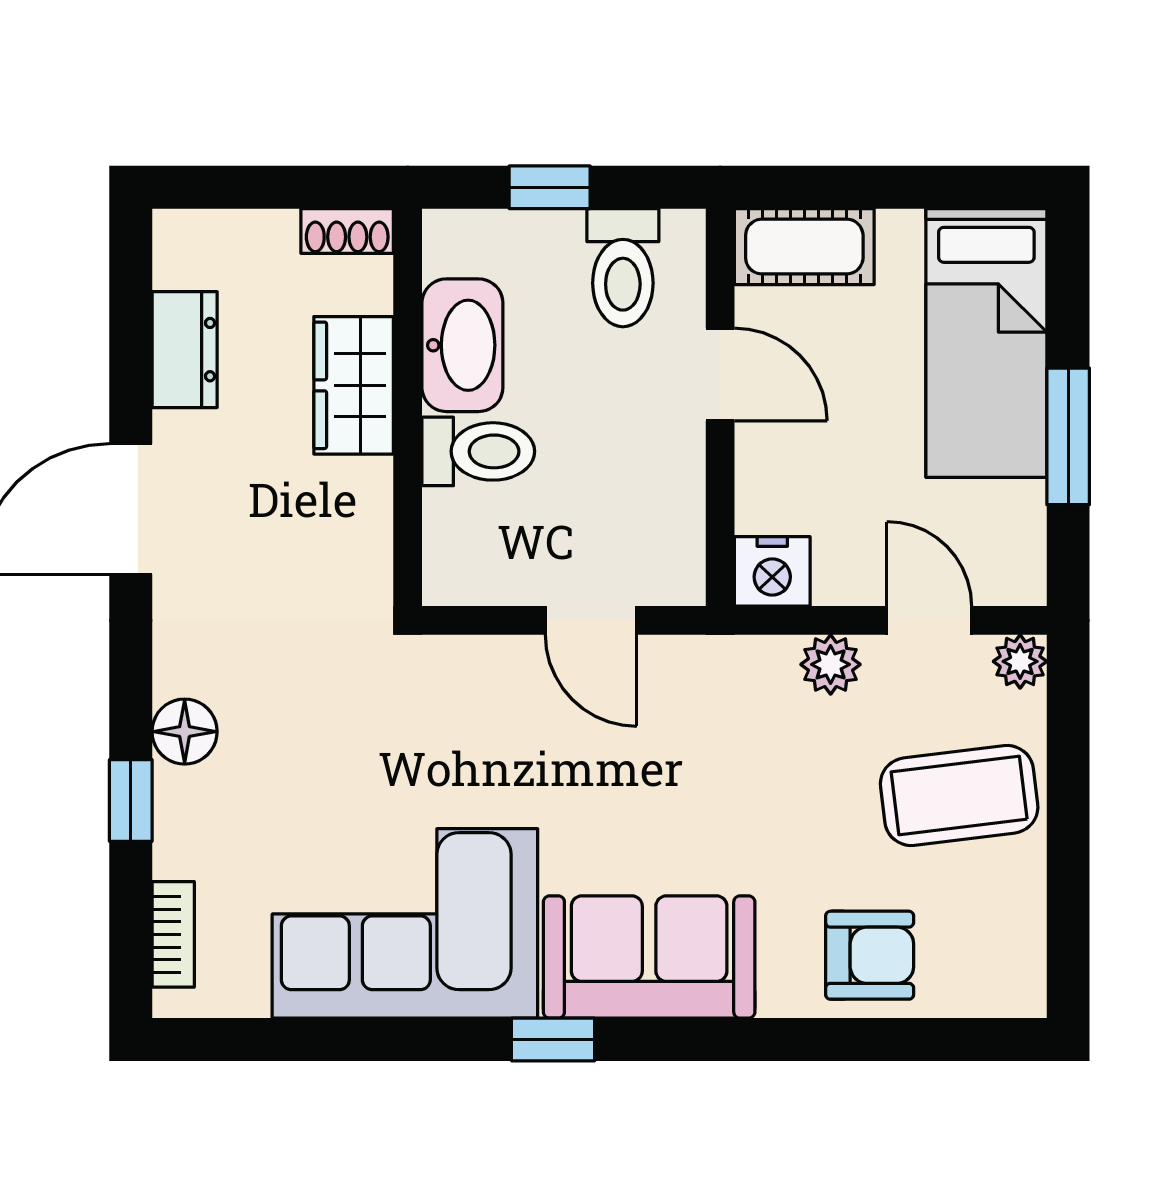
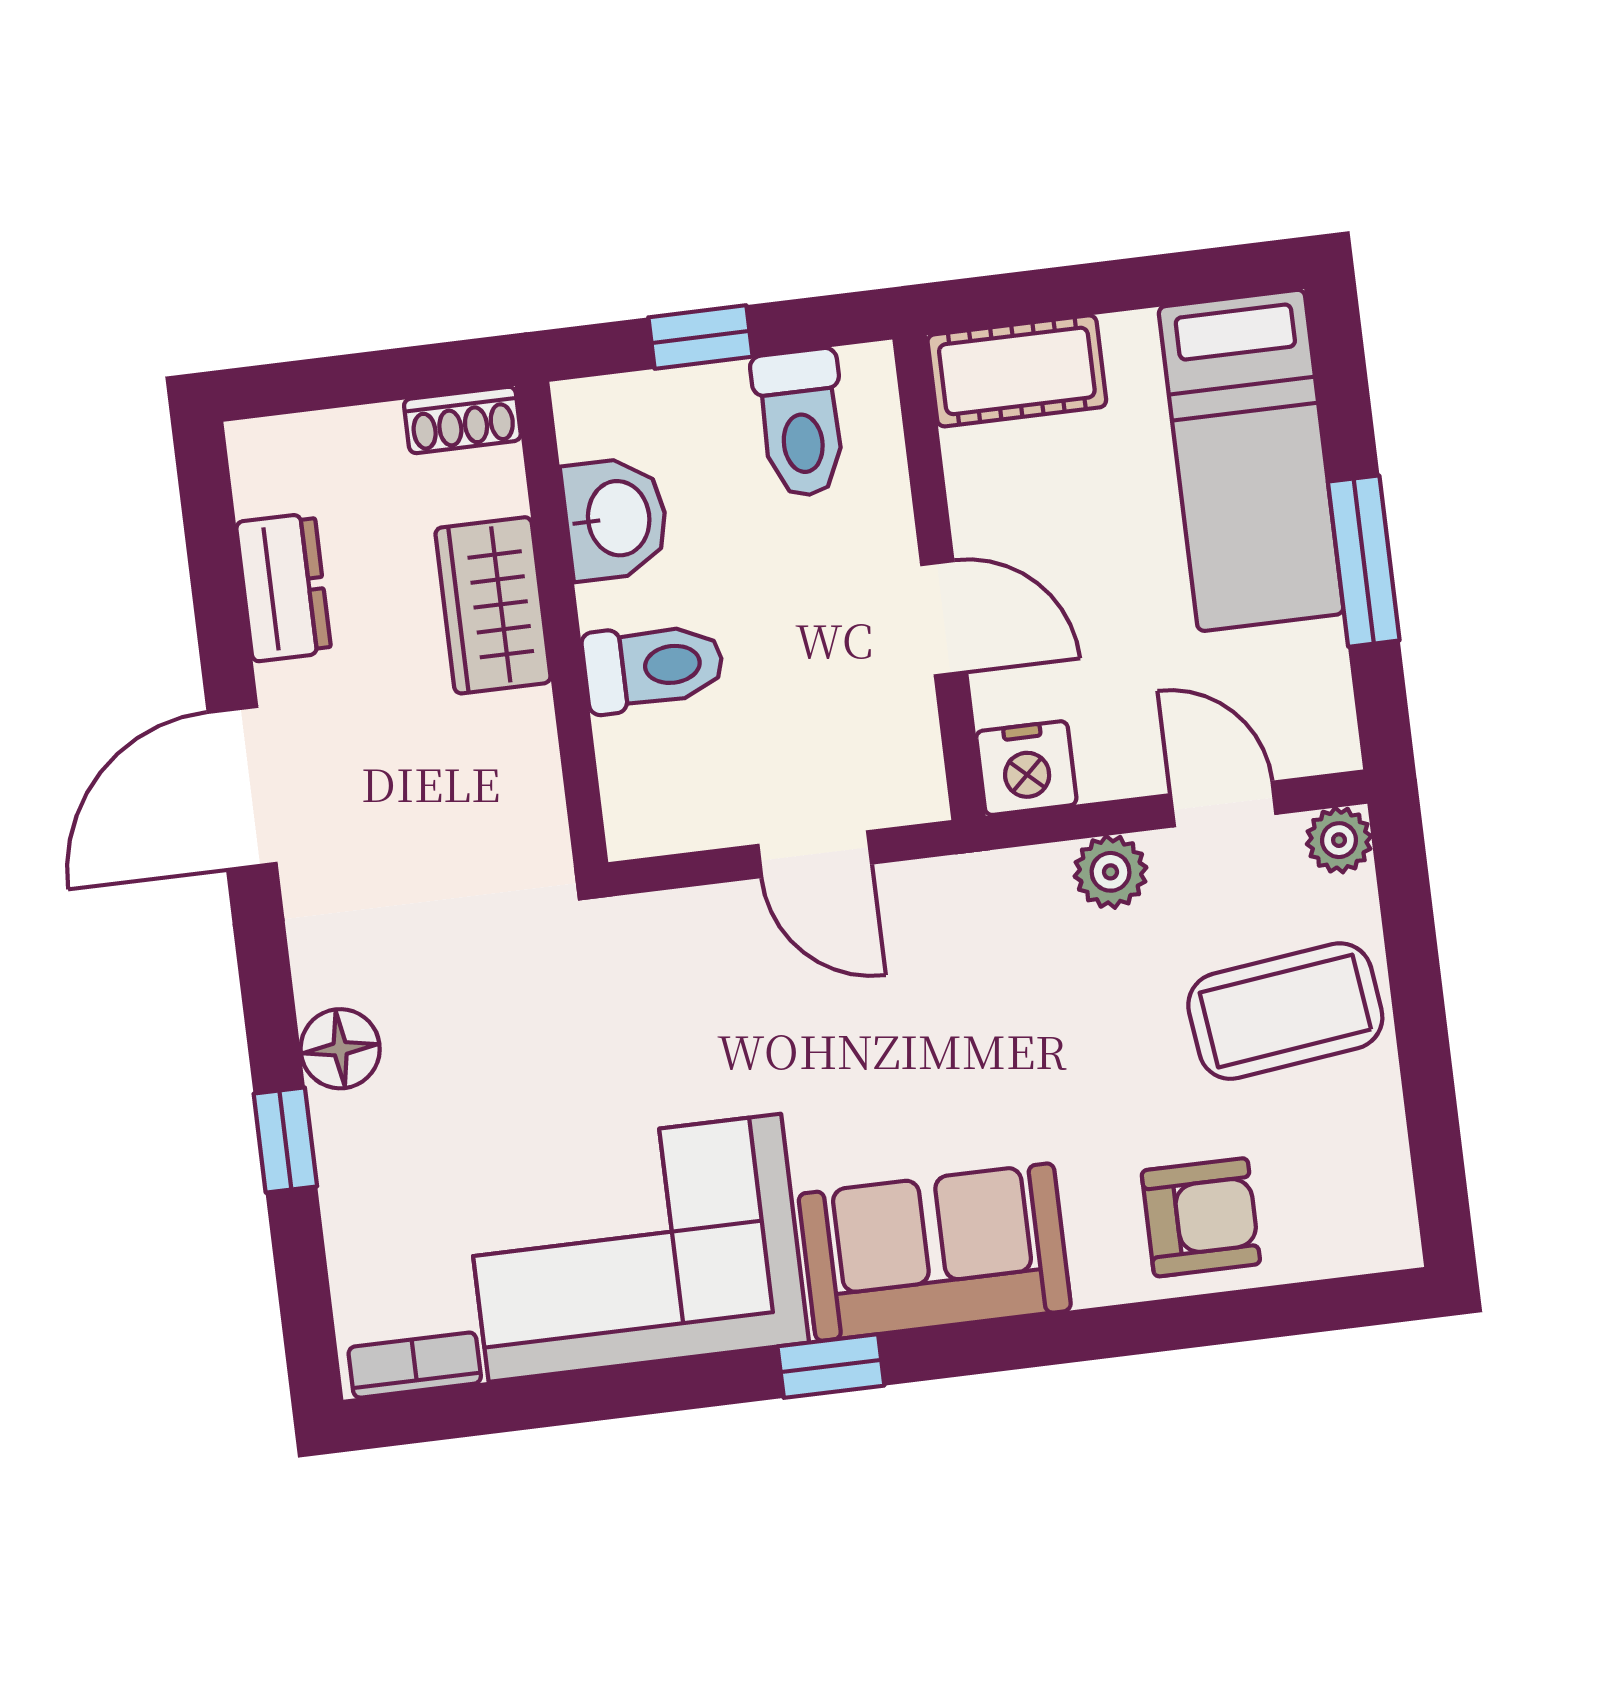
washbasin: (462, 345) -> (616, 519), width x0.72
door: (720, 375) -> (944, 618), moved
bookcase: (173, 934) -> (415, 1365), moved, turned -90

